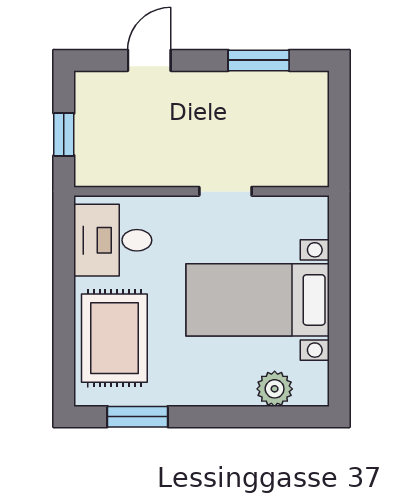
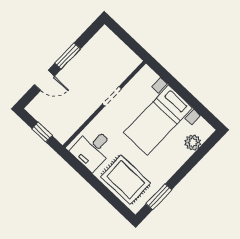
door: (149, 60) -> (44, 80), swing flipped
window: (259, 60) -> (68, 56), moved

